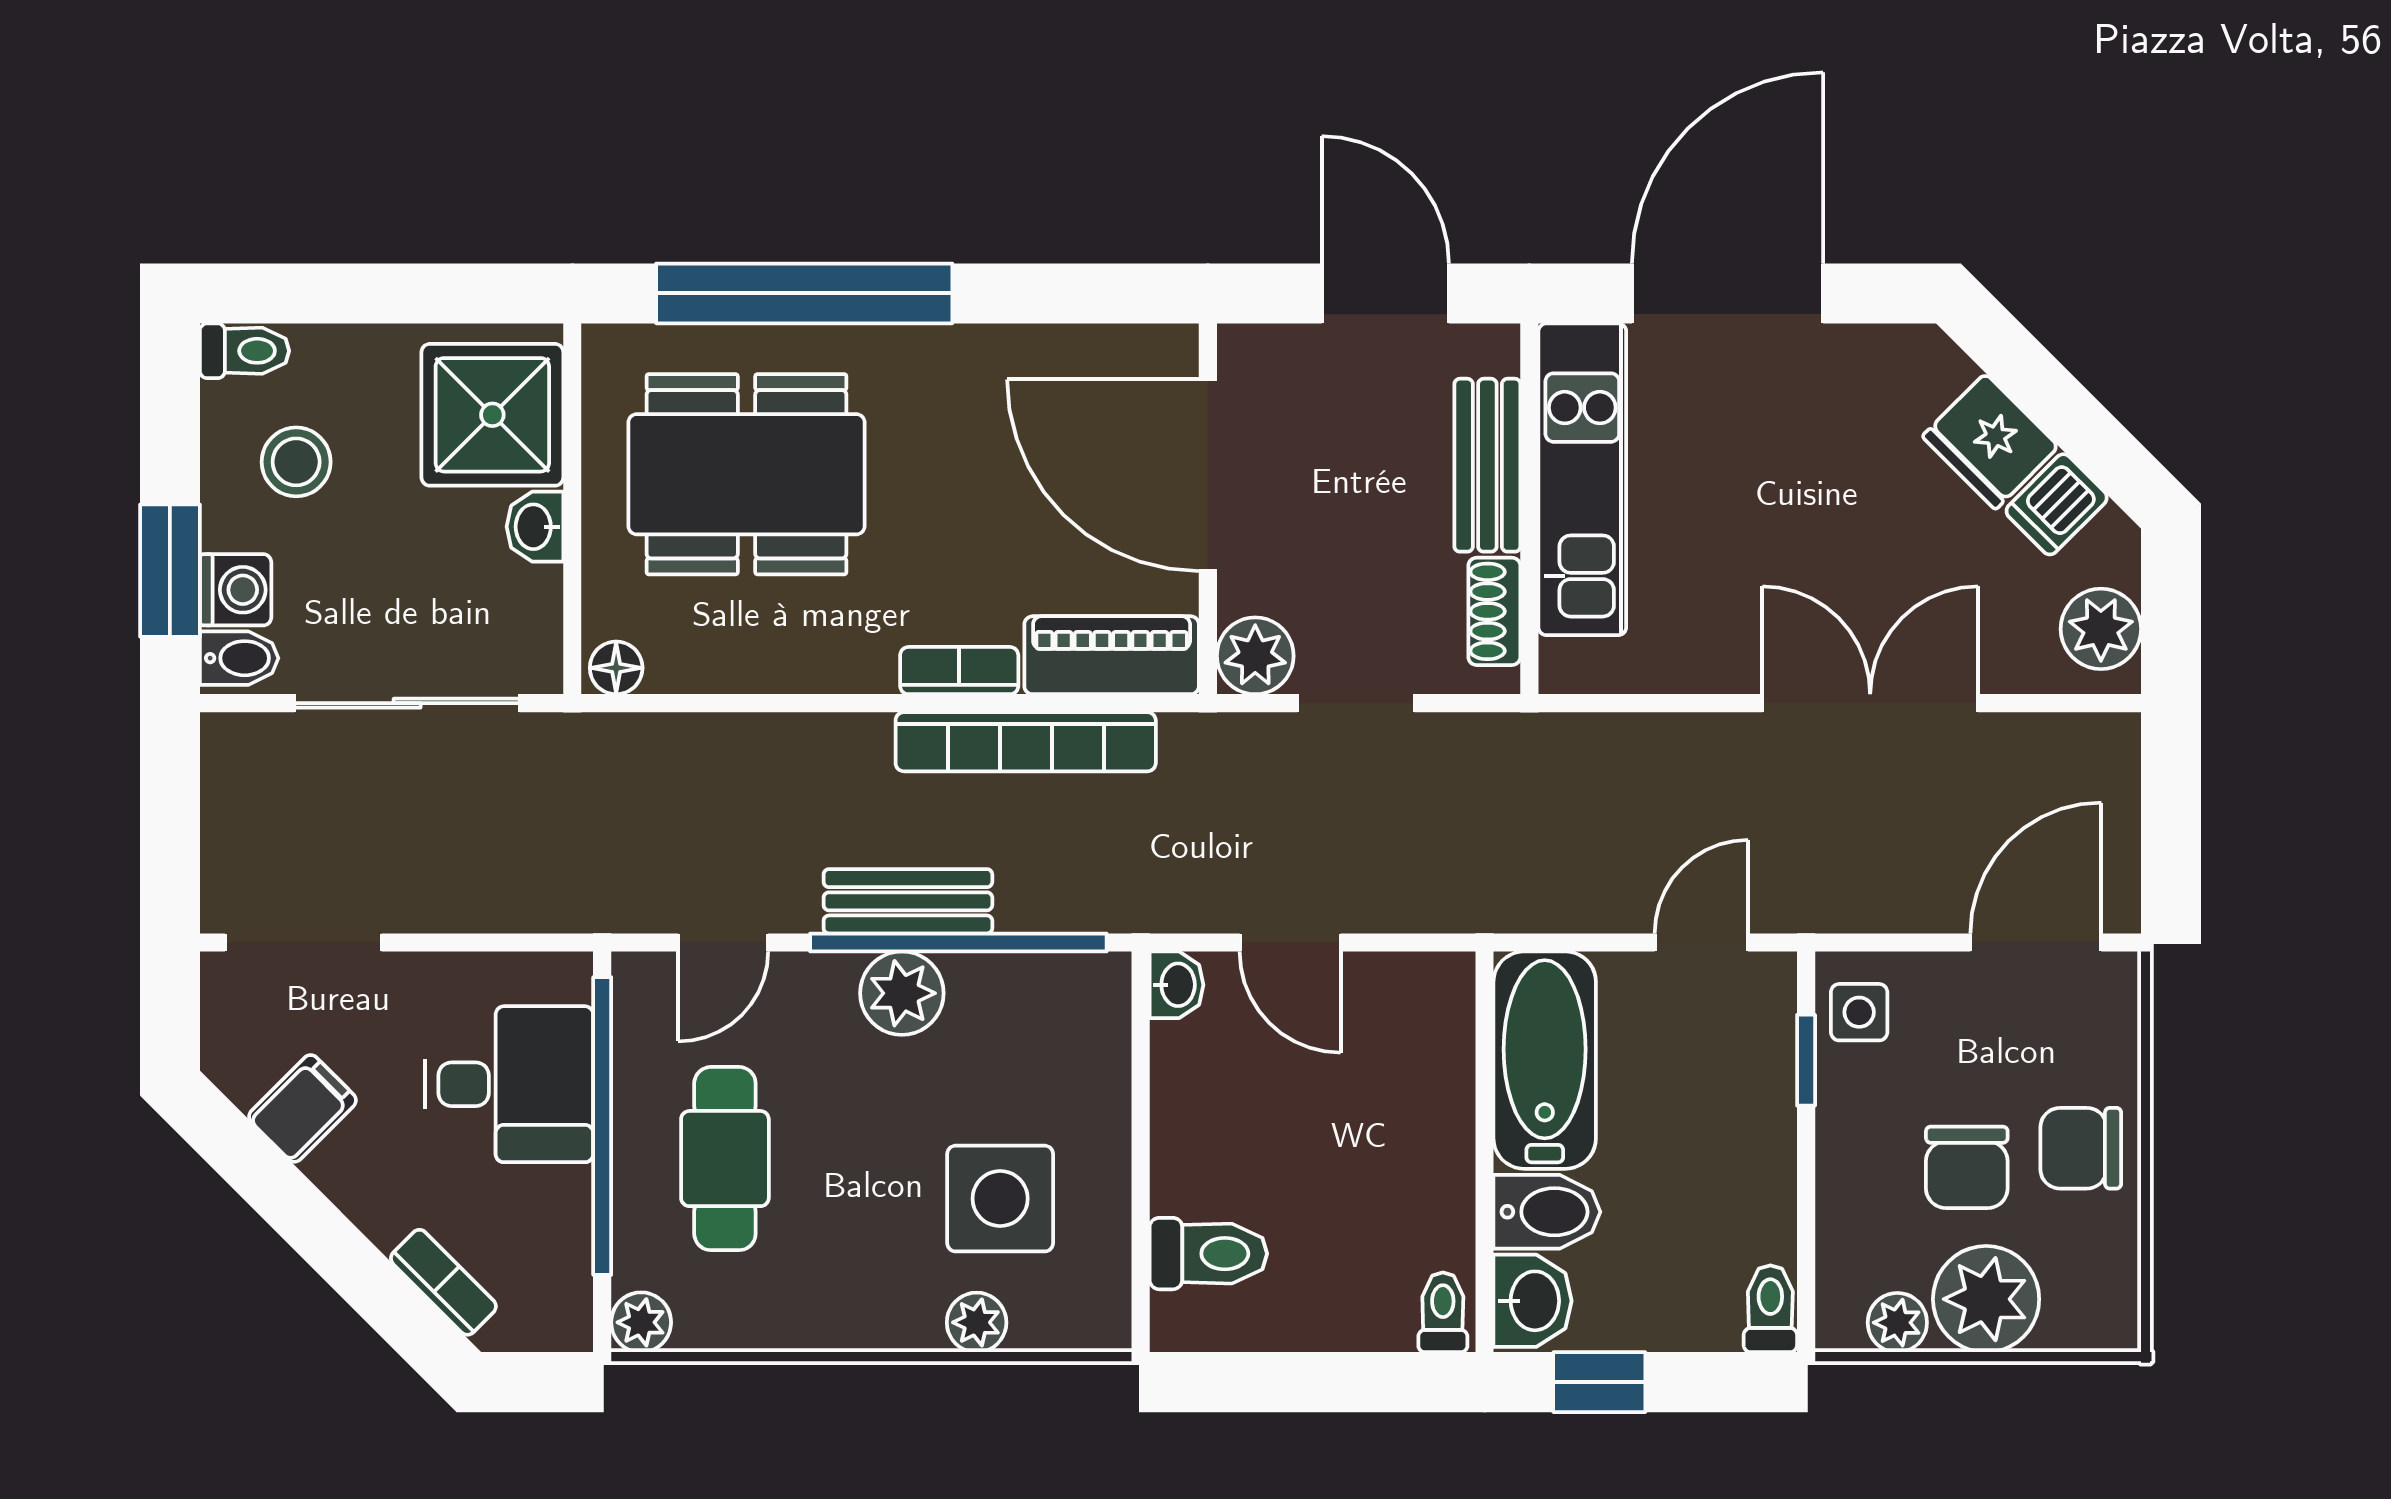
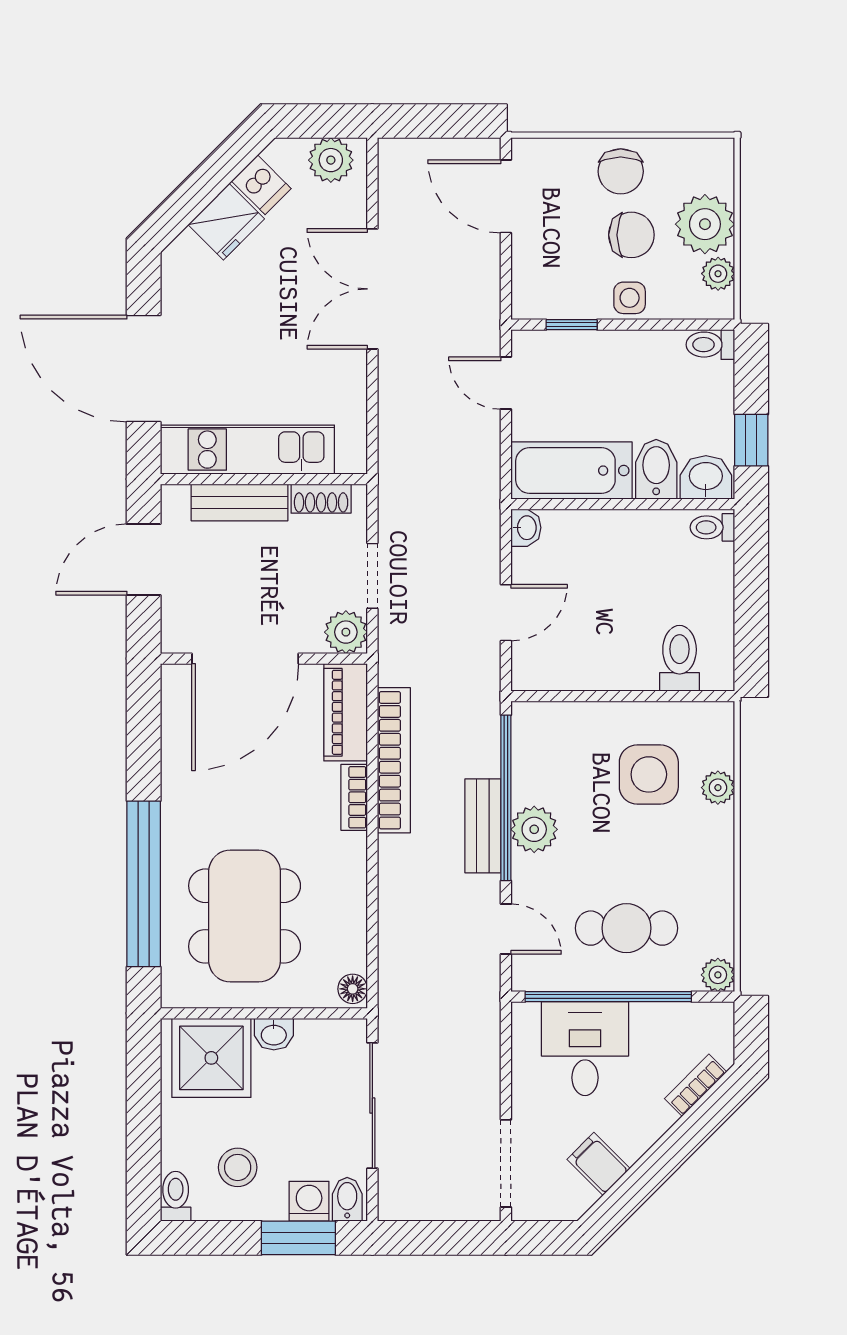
washbasin: (1176, 985) -> (526, 528), moved, turned 90
side table: (1859, 1012) -> (630, 298), moved

